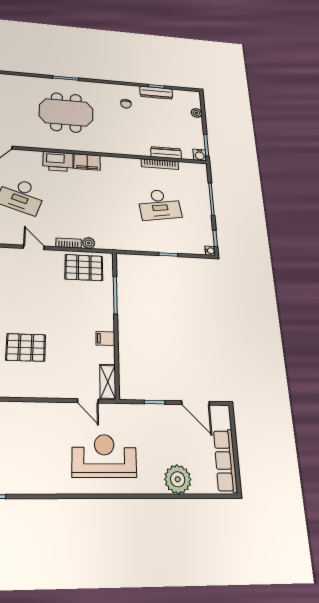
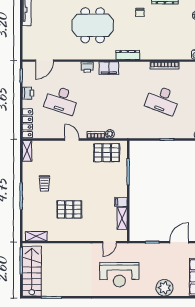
dresser: (166, 153) -> (128, 55), moved
printer: (58, 161) -> (87, 67), width x0.53, depth x0.68
desk: (159, 205) -> (162, 100), turned 30
shelving: (108, 382) -> (122, 218), moved
door: (88, 401) -> (109, 242), hinge flipped
door: (196, 403) -> (179, 242), swing flipped
reception desk: (104, 456) -> (119, 275), turned 180

